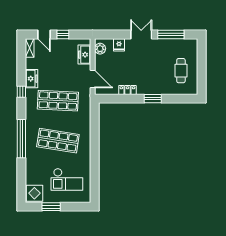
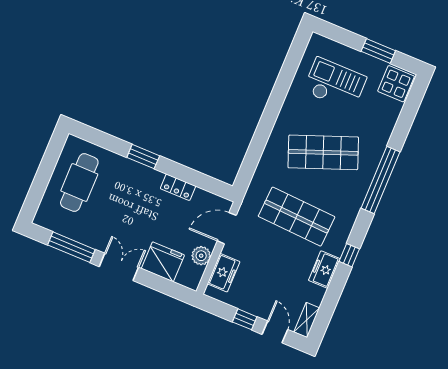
double door: (141, 34) -> (119, 267), swing flipped
fridge: (119, 45) -> (163, 262), width x1.88, depth x1.34
plant: (100, 49) -> (201, 256), moved
cafe table: (181, 71) -> (79, 182), width x1.37, depth x1.35
door: (93, 79) -> (227, 228), hinge flipped
shop shelf: (58, 141) -> (323, 152), turned -30

